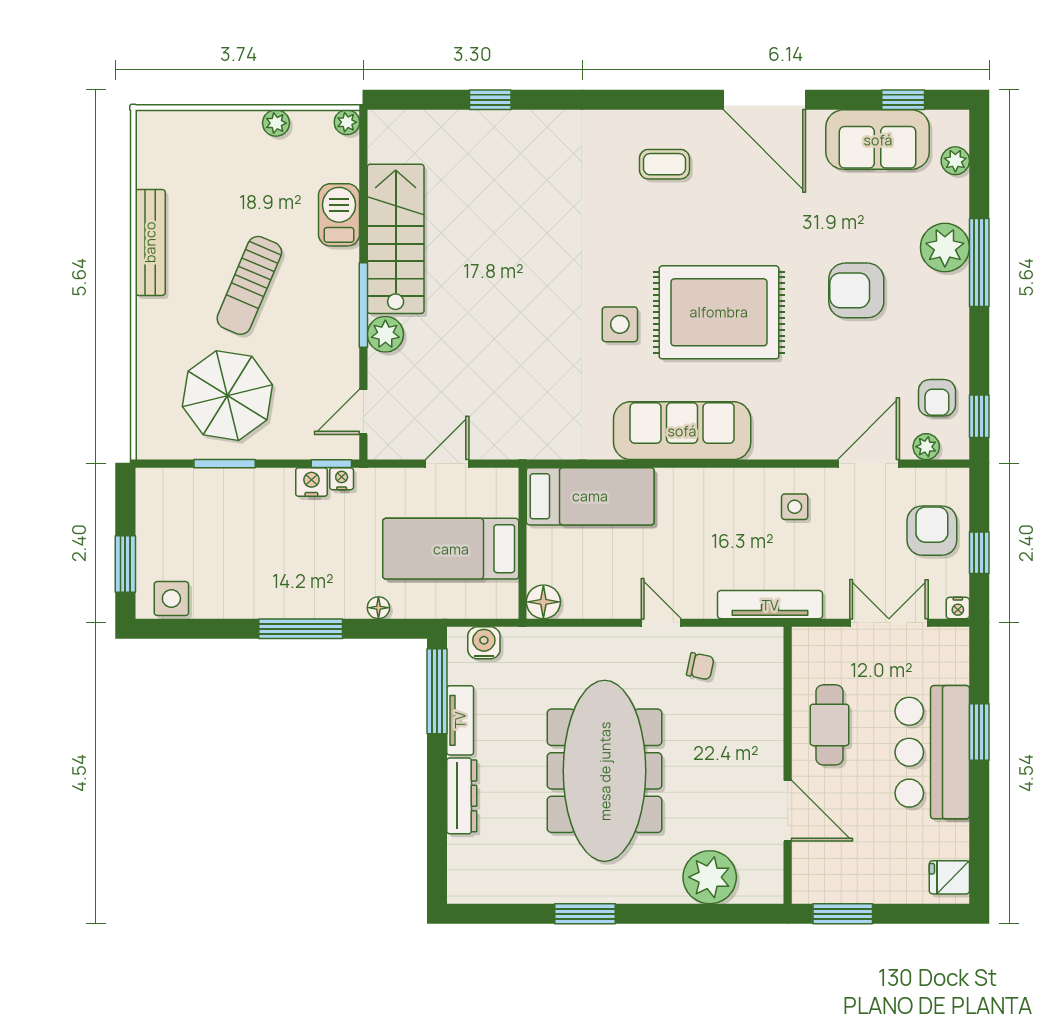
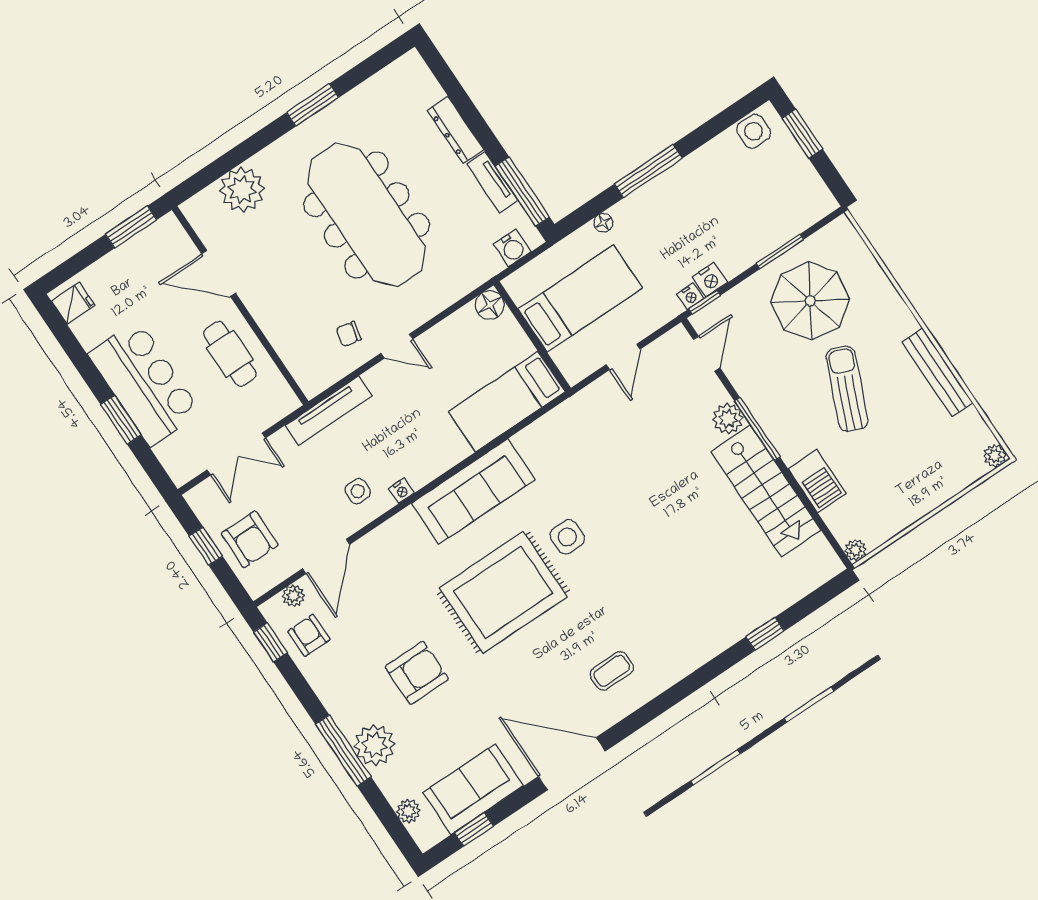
plant: (276, 123) -> (995, 456), moved
nightstand: (958, 608) -> (401, 491), moved, turned 180

